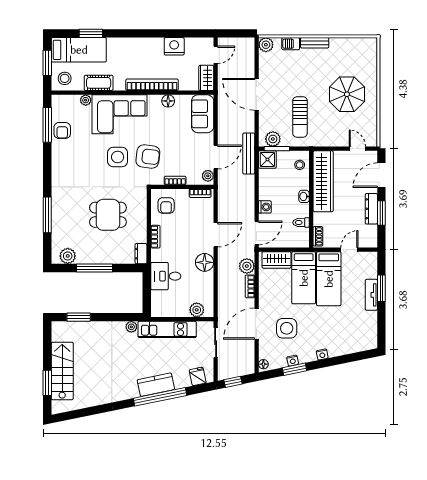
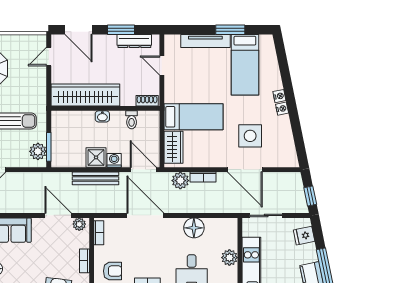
bench: (249, 153) -> (95, 178), moved
shower: (267, 159) -> (96, 157), moved
stool: (300, 165) -> (67, 121), removed
dresser: (371, 209) -> (134, 41), moved
door: (216, 235) -> (145, 215), width x1.36
floor lamp: (205, 262) -> (194, 228), moved
bed: (329, 279) -> (245, 65), moved, turned 90
window: (381, 288) -> (230, 30), moved
tv unit: (371, 295) -> (205, 41), width x1.41
plant: (197, 310) -> (229, 258), moved
nightstand: (293, 361) -> (282, 109), moved
floor lamp: (263, 364) -> (290, 162), removed
window: (295, 369) -> (296, 127), removed

